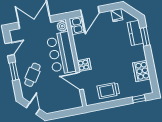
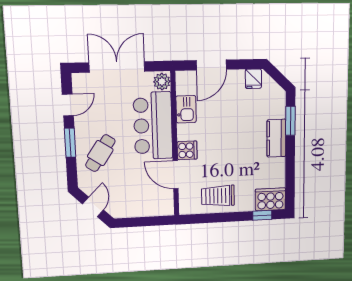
kitchen sink: (76, 26) -> (186, 109), moved
kitchen counter: (135, 33) -> (276, 138), moved
cooker: (141, 71) -> (270, 199), moved, turned 90

